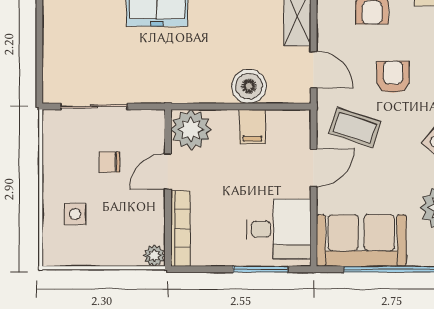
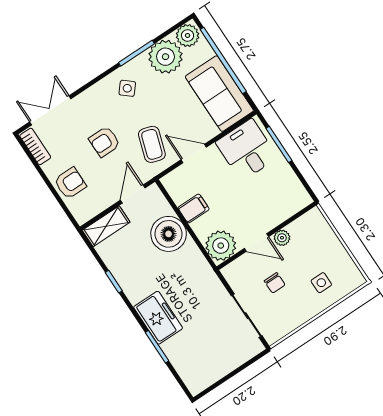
boiler: (249, 86) -> (169, 234), width x1.37, depth x1.37
bookcase: (180, 228) -> (287, 211), removed
plant: (154, 256) -> (282, 238), moved

